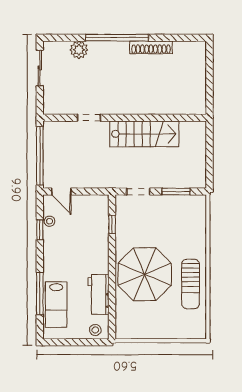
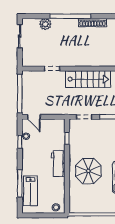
parasol: (145, 274) -> (88, 171), width x0.73, depth x0.73
workbench: (99, 294) -> (58, 164), moved

